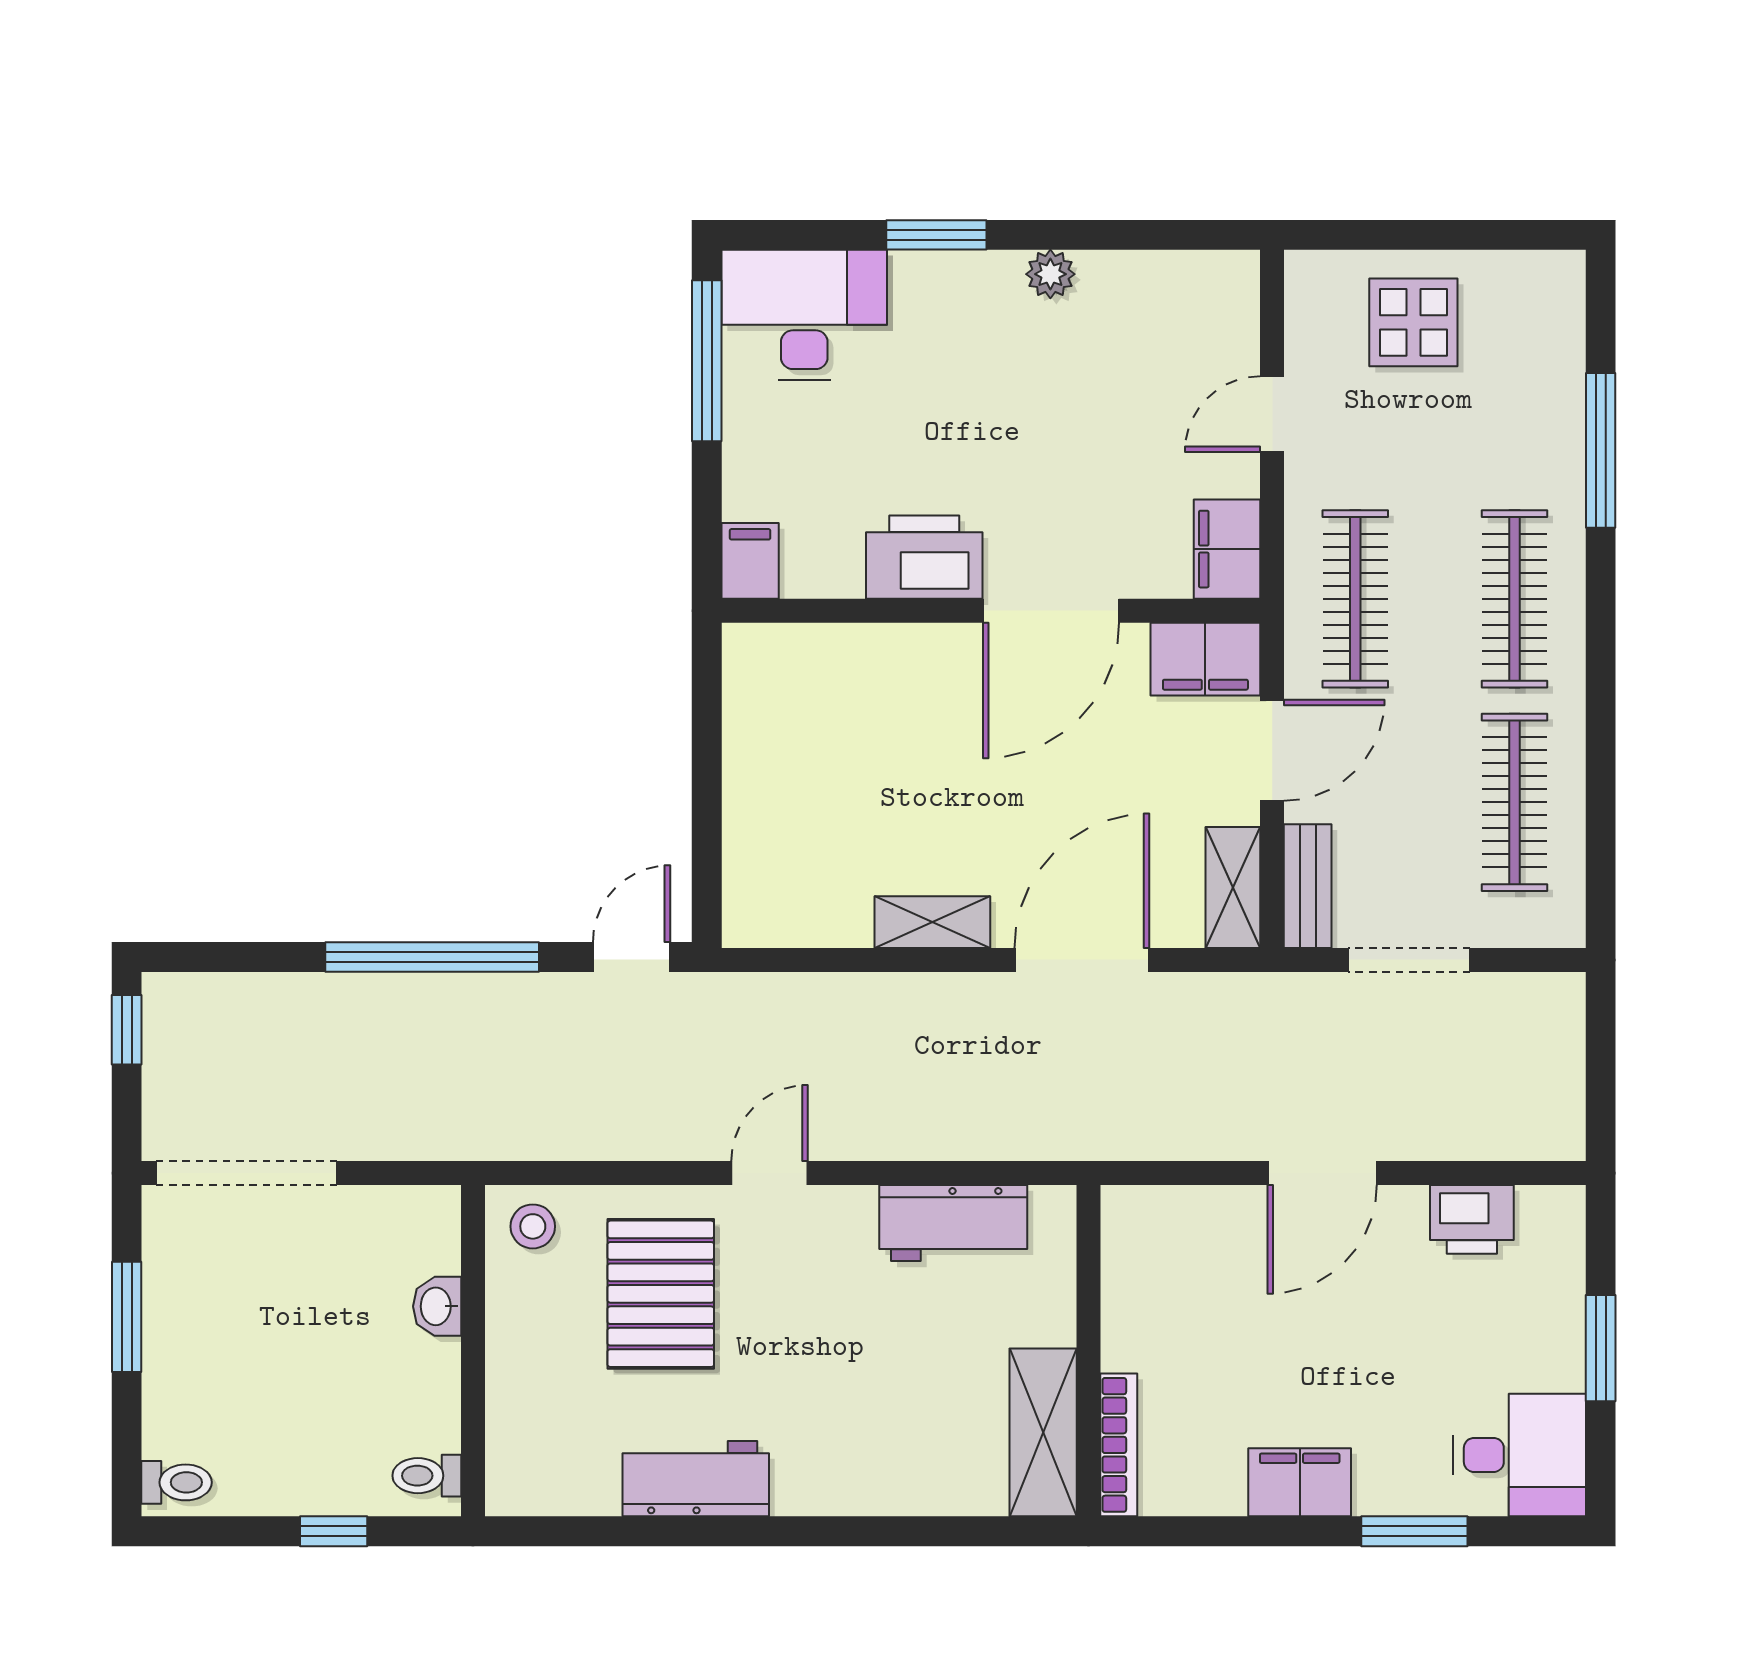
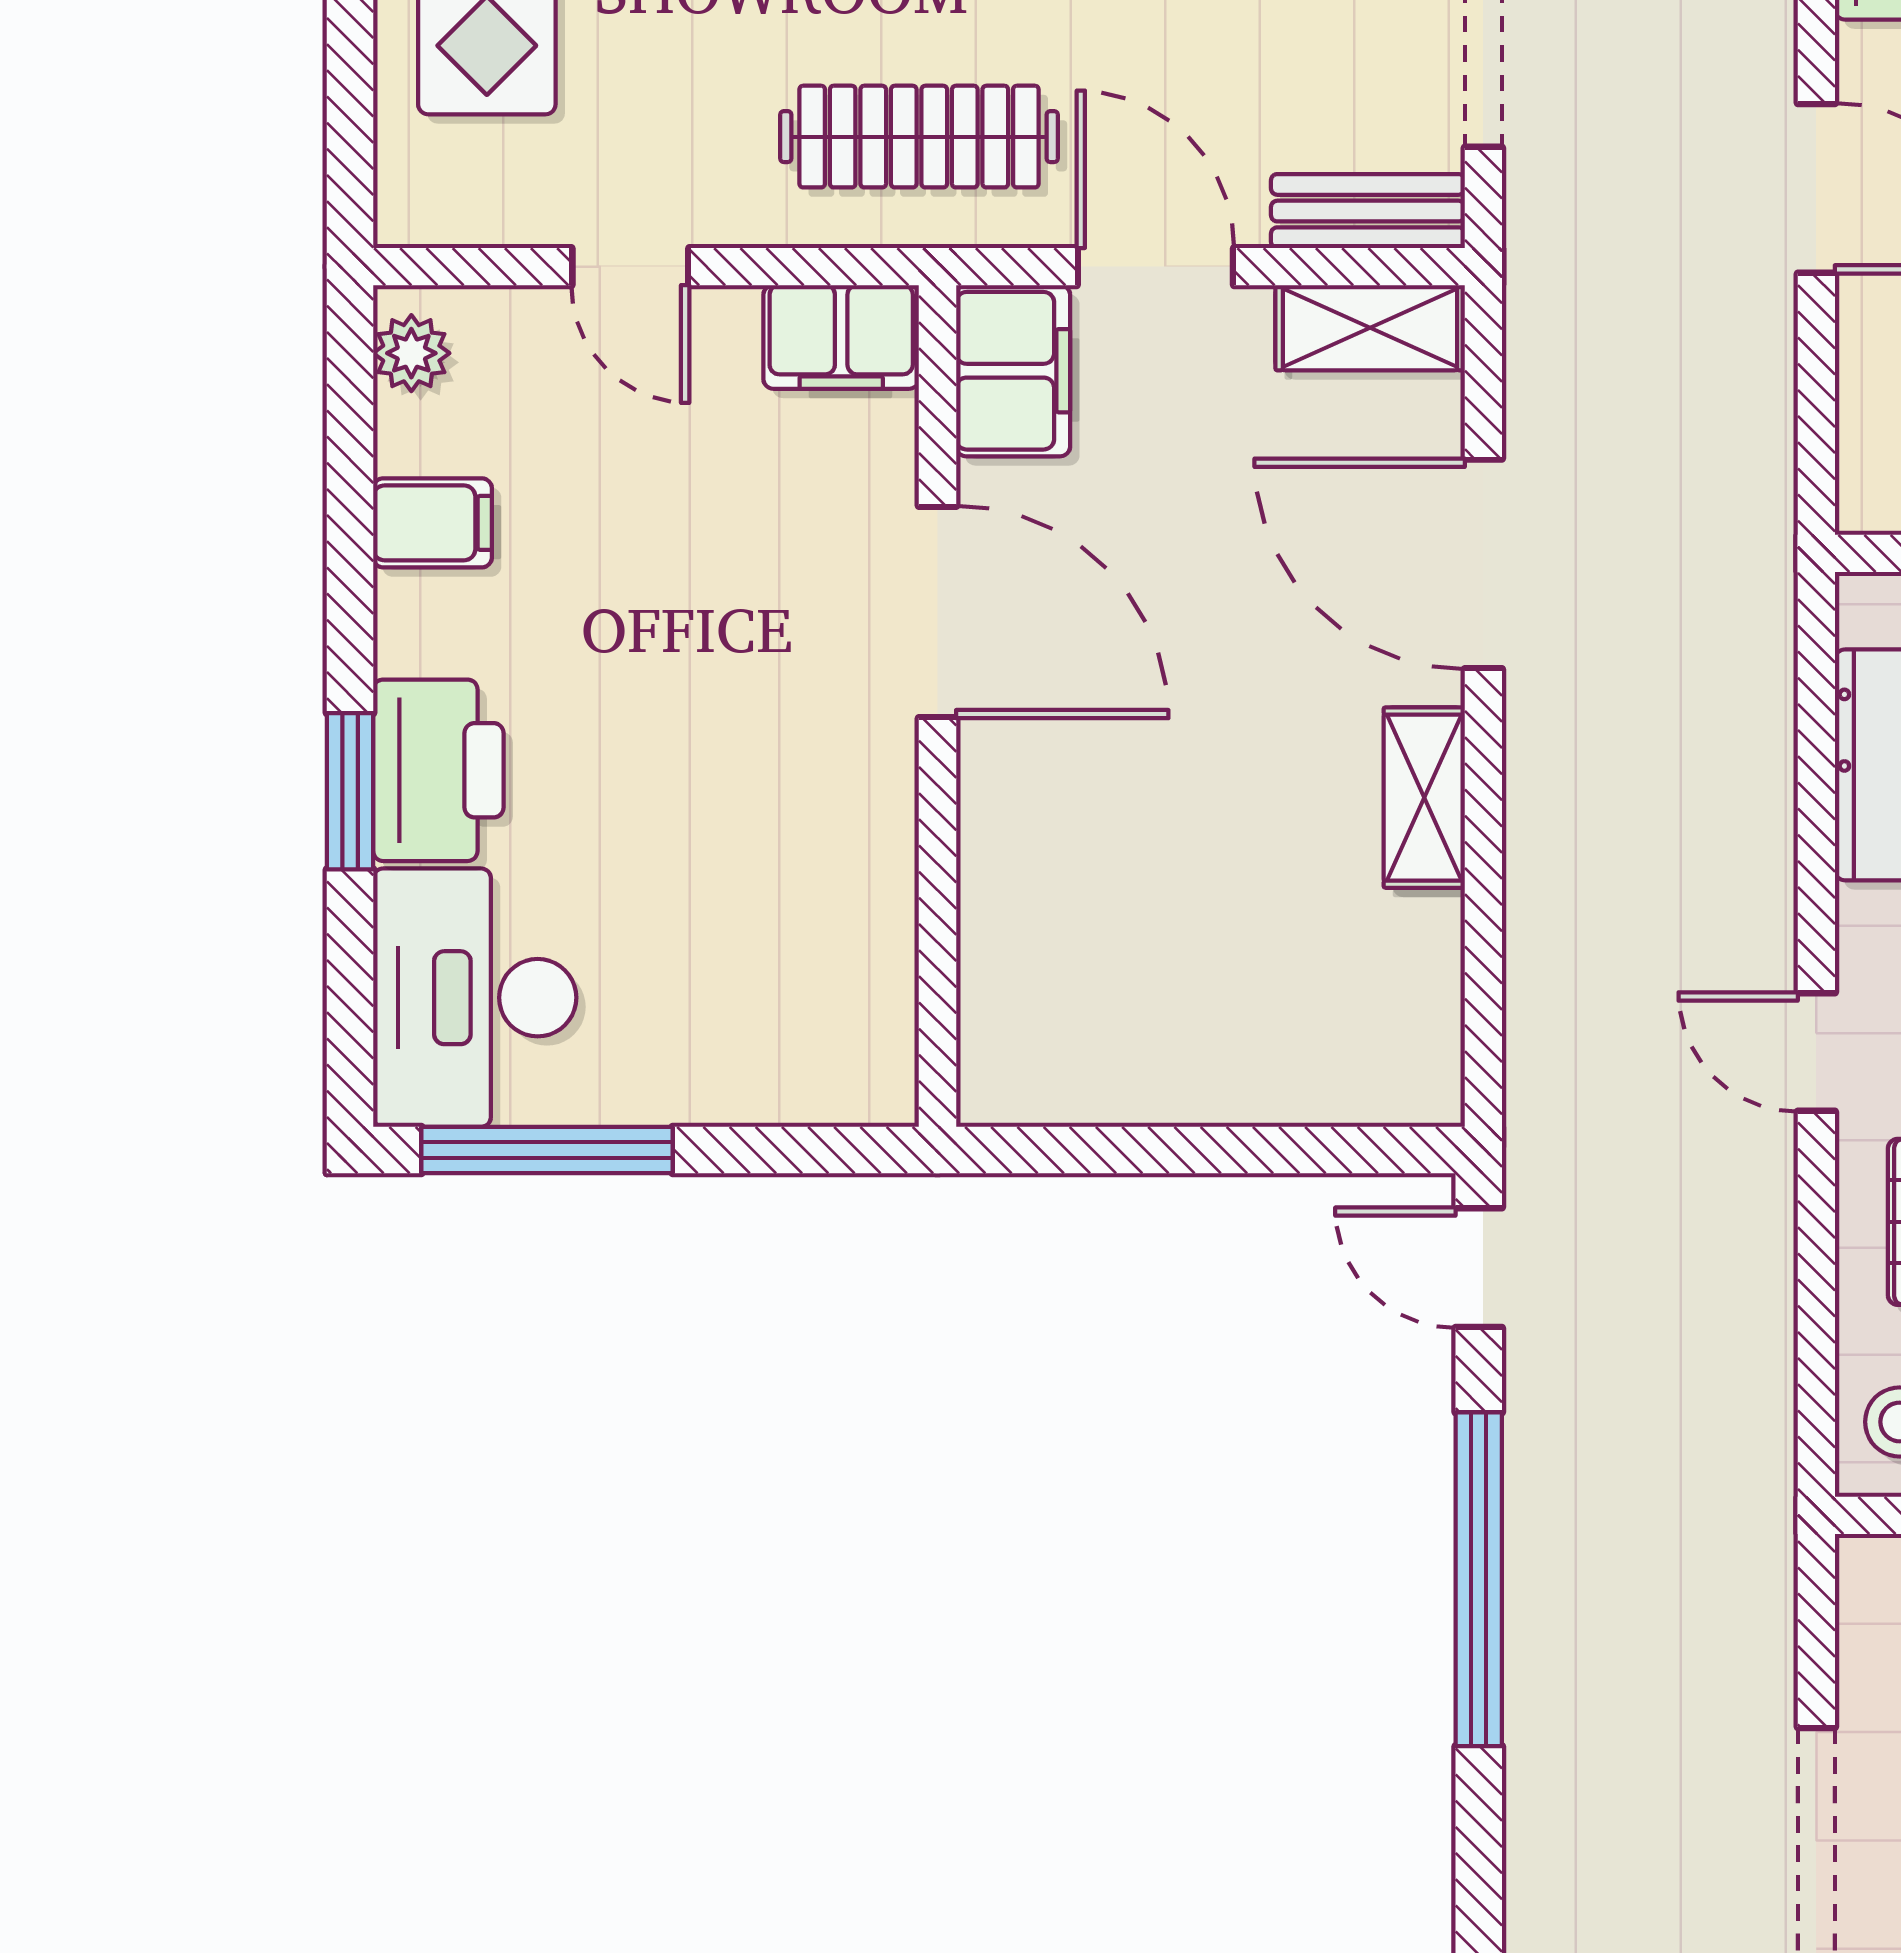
plant: (1050, 274) -> (411, 353), moved
printer: (924, 557) -> (438, 770), moved, turned 180
filing cabinet: (750, 561) -> (433, 523), moved, turned 180

